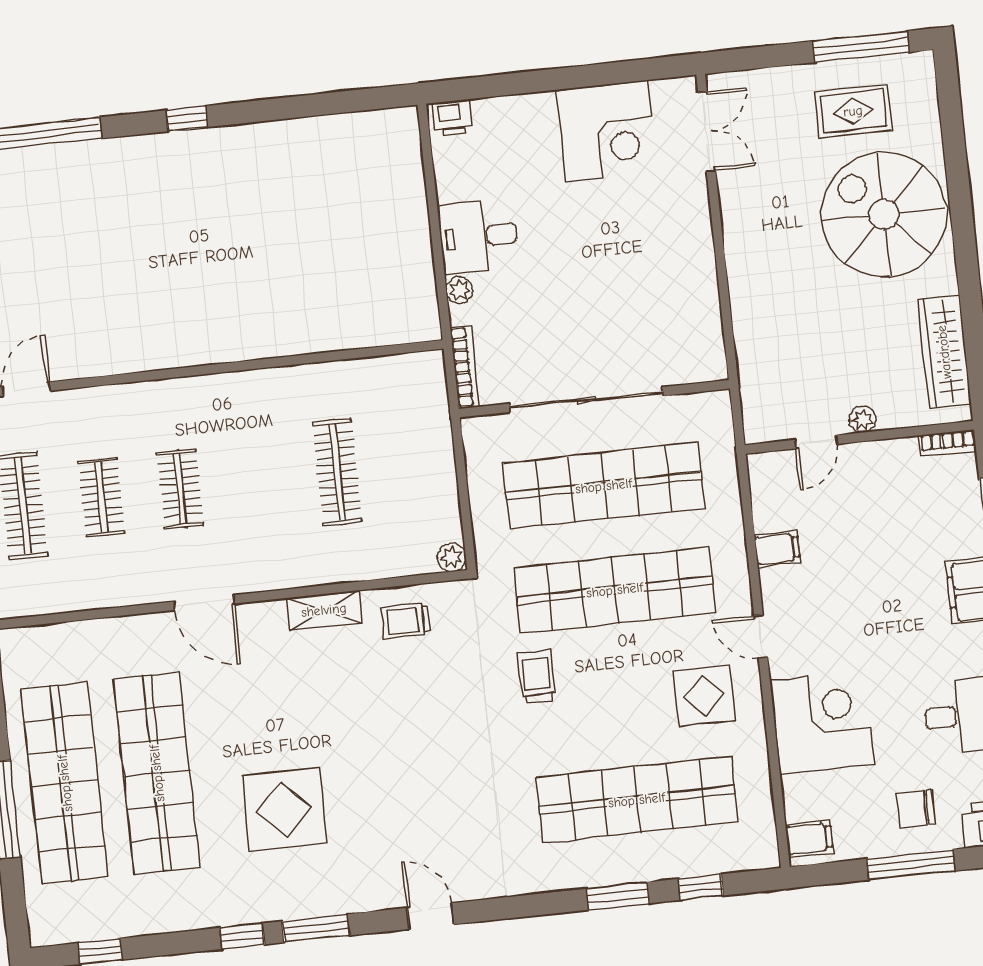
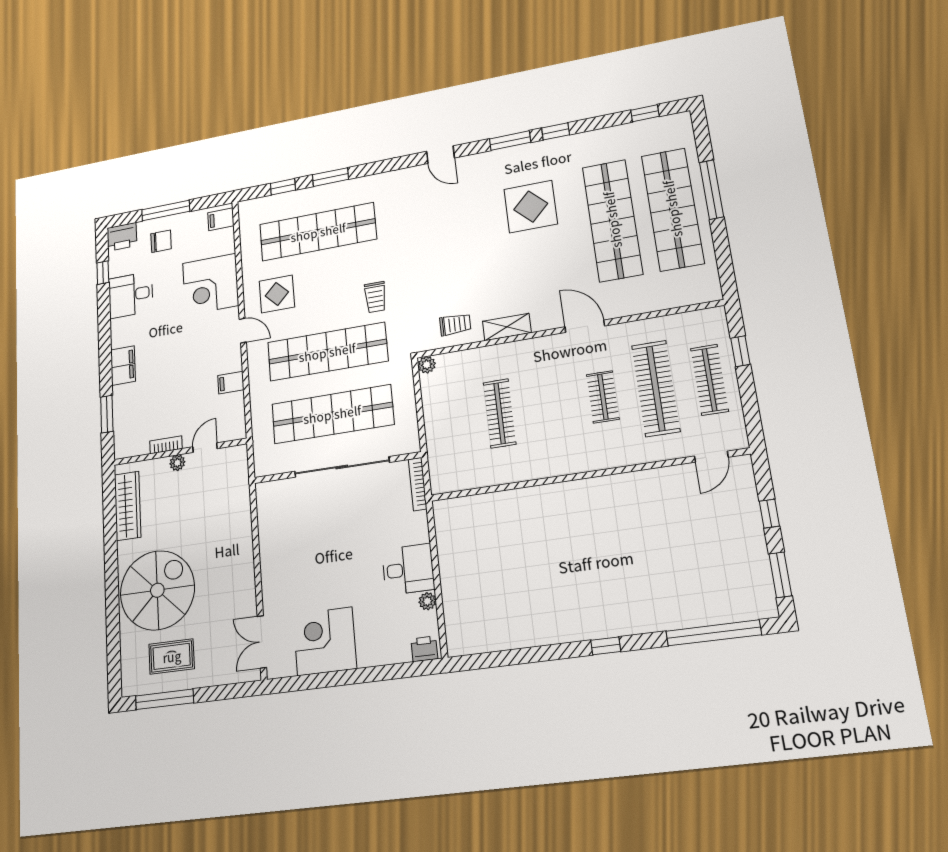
spiral stairs: (884, 214) -> (157, 590), turned -90
plant: (459, 290) -> (427, 601), moved
bookcase: (948, 443) -> (166, 445), moved
clothes rail: (101, 497) -> (656, 388), width x1.86, depth x1.31

